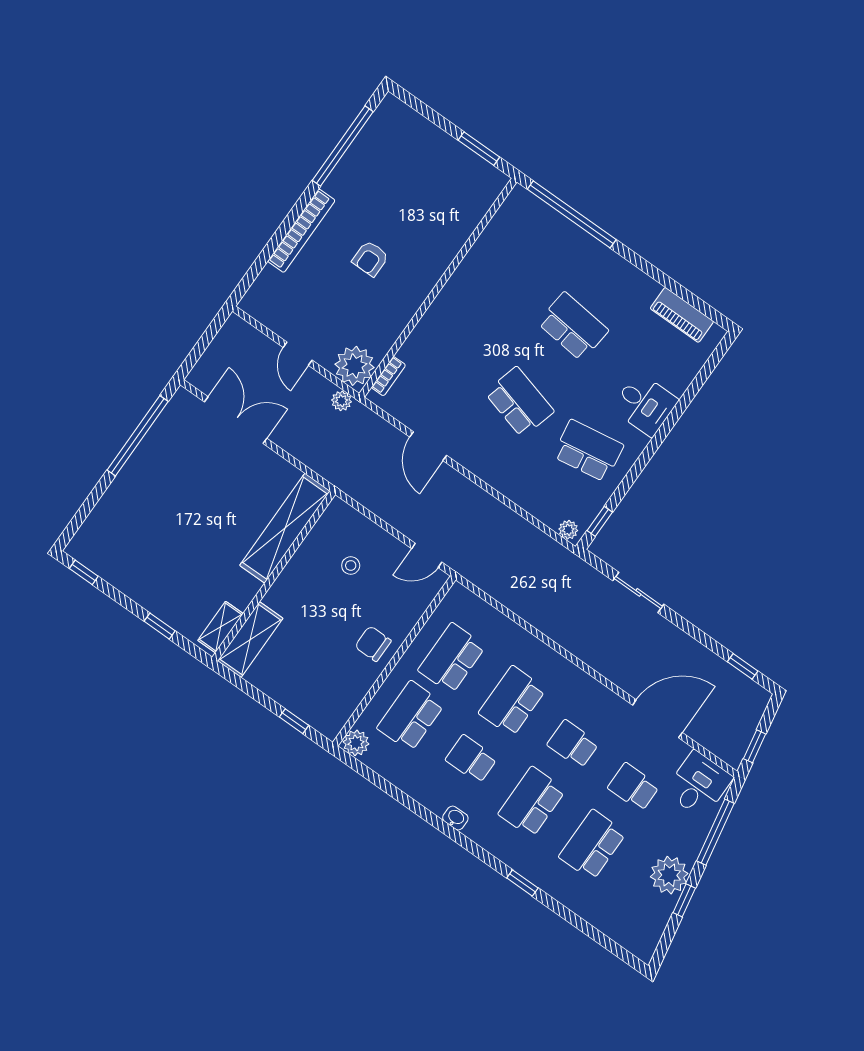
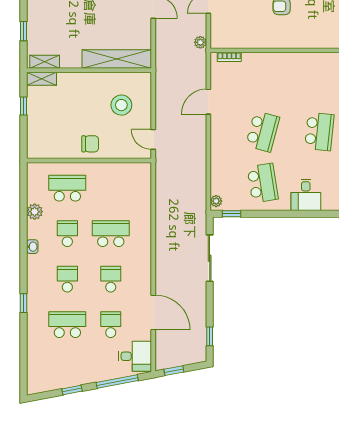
plant: (355, 366) -> (222, 36), removed
stool: (351, 565) -> (121, 105), width x1.89, depth x1.89
sliding door: (638, 592) -> (210, 258), width x1.37
shelving: (250, 640) -> (41, 79), width x0.67, depth x0.75
chair: (373, 644) -> (90, 144), turned 90
school desk: (452, 658) -> (111, 188), removed
window: (294, 721) -> (24, 106), moved
plant: (356, 743) -> (35, 212), moved
school desk: (532, 802) -> (67, 279), width x0.54
plant: (669, 875) -> (79, 374), removed

